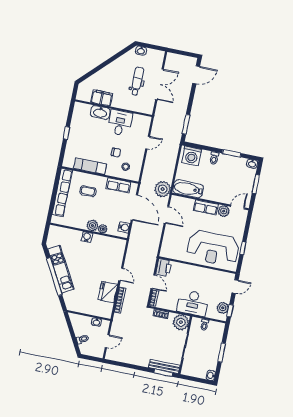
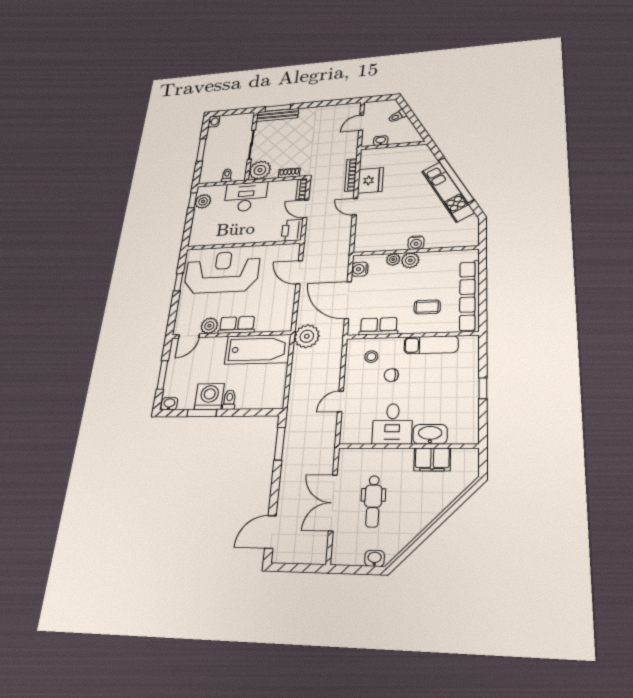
washing machine: (192, 156) -> (209, 397), moved
bathtub: (188, 189) -> (258, 349), width x1.36, depth x1.36
door: (167, 215) -> (299, 272), moved
door: (235, 287) -> (187, 231), removed

